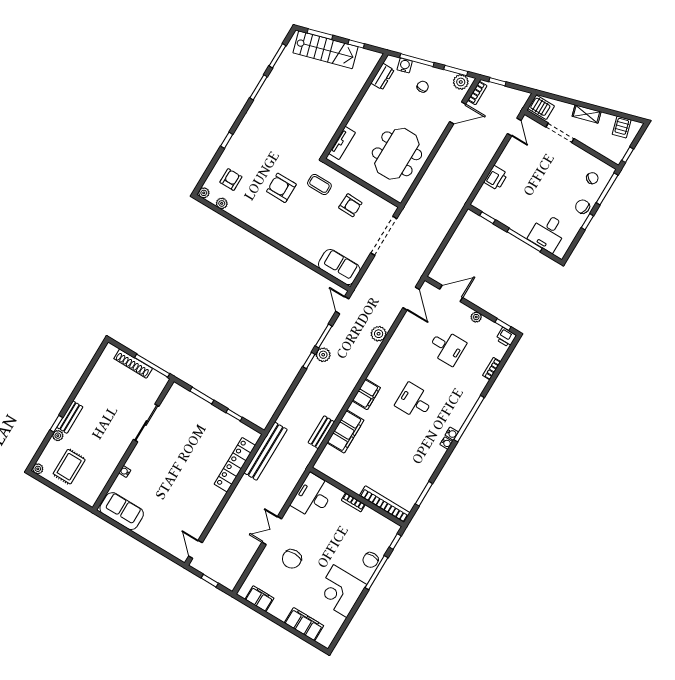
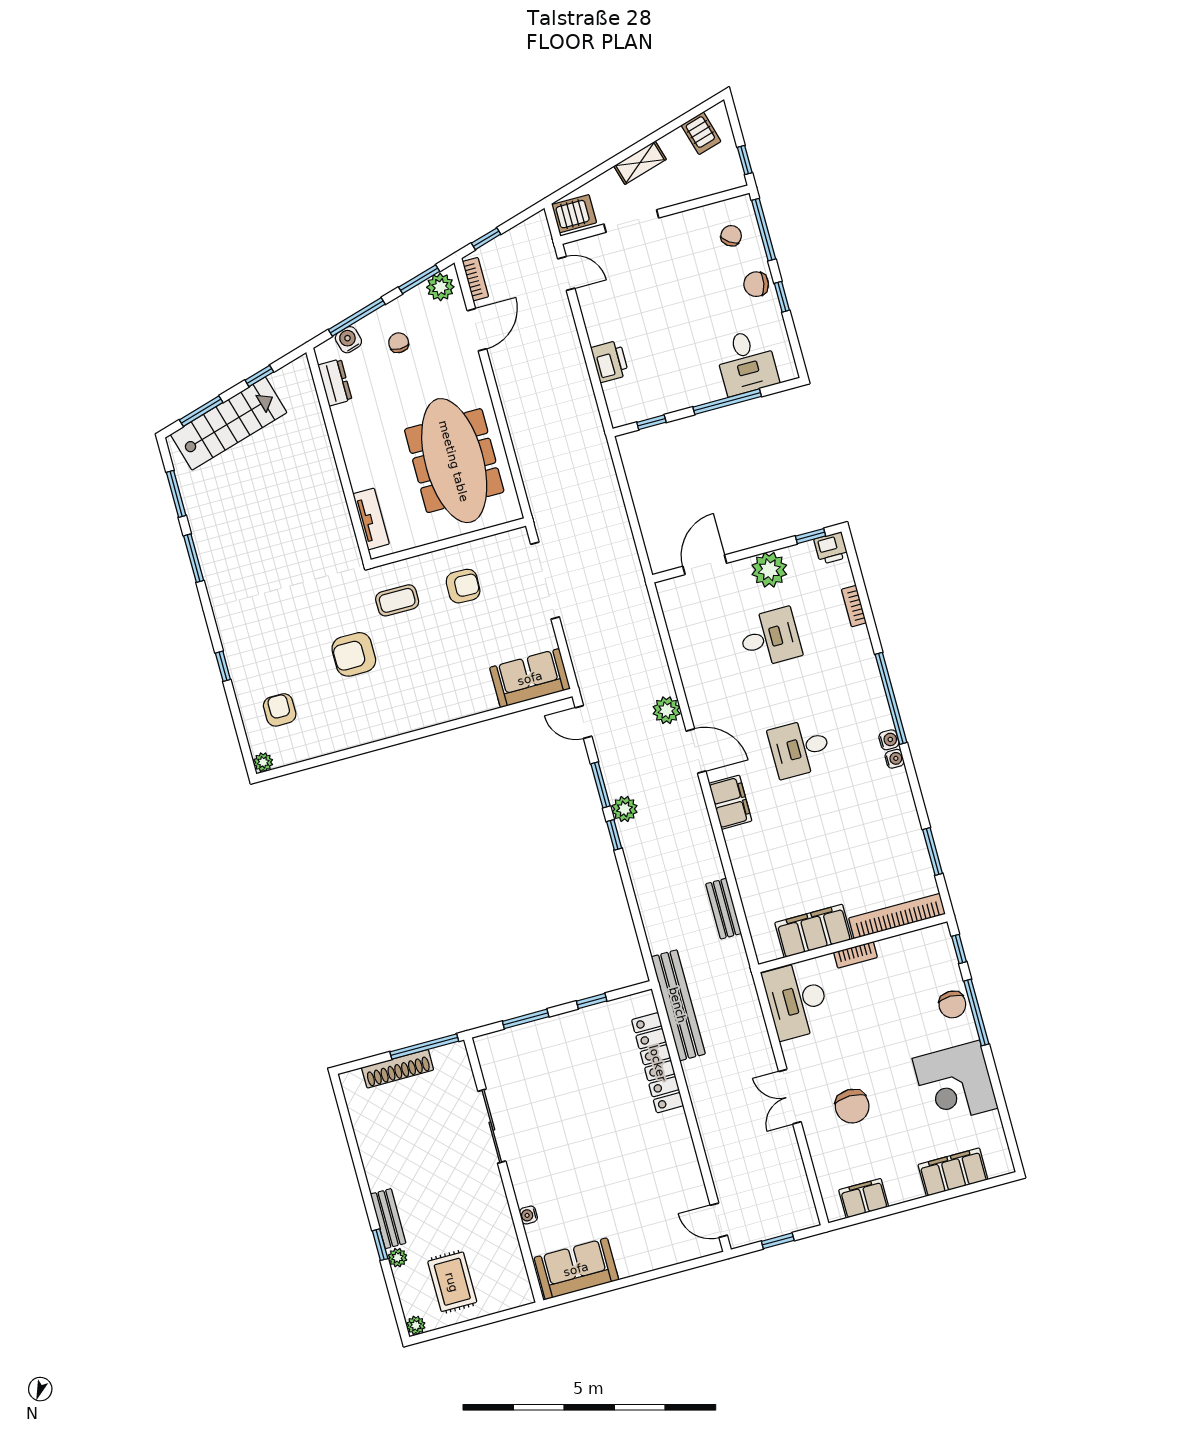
meeting table: (397, 154) -> (454, 461), width x1.36
plant: (222, 203) -> (299, 752), removed
door: (411, 299) -> (696, 751), moved
plant: (476, 317) -> (769, 570), width x1.88, depth x1.88
filing cabinet: (345, 431) -> (813, 931), moved, turned -90

